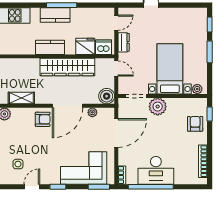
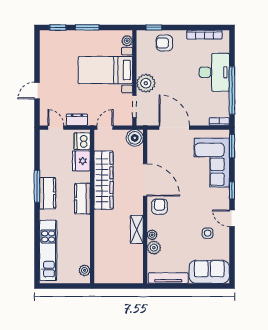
plant: (92, 112) -> (152, 235), moved
desk: (156, 170) -> (214, 72), moved

